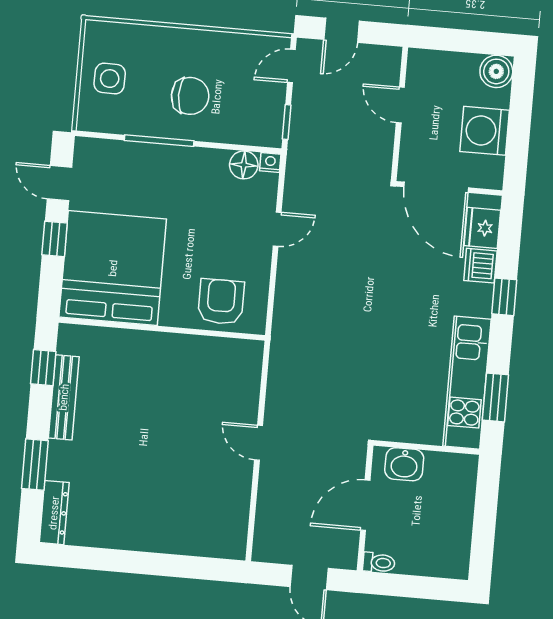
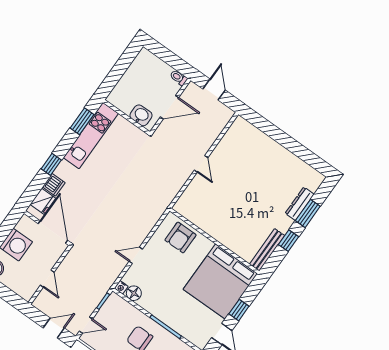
window: (43, 368) -> (289, 241), moved
bench: (64, 397) -> (267, 250), moved
dresser: (54, 513) -> (300, 204), moved

